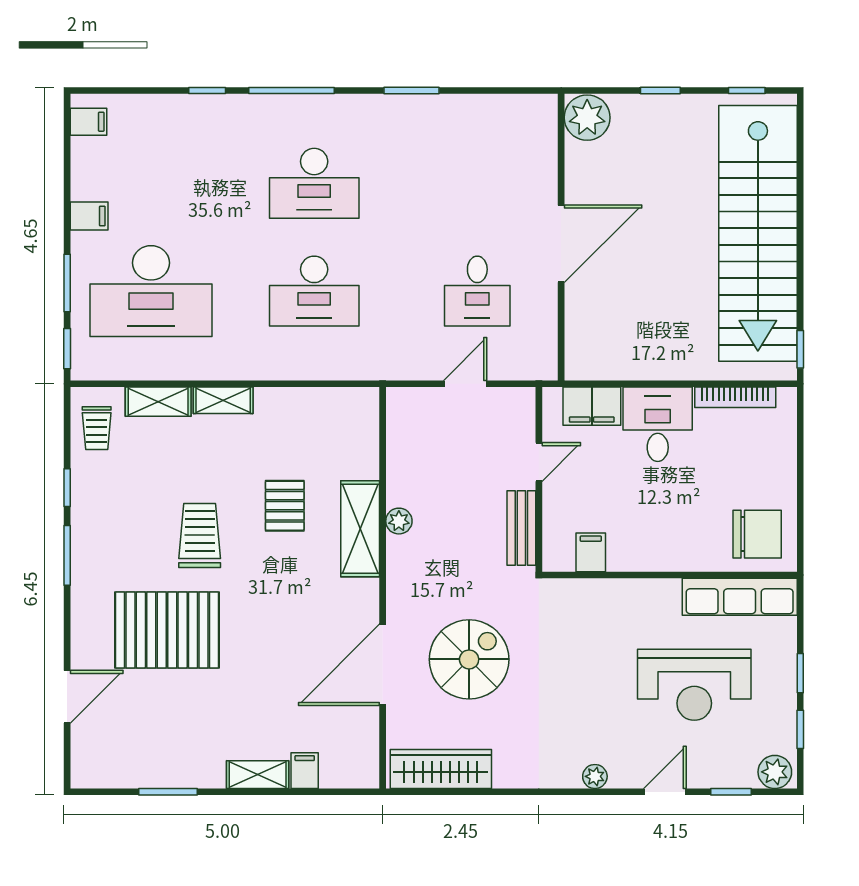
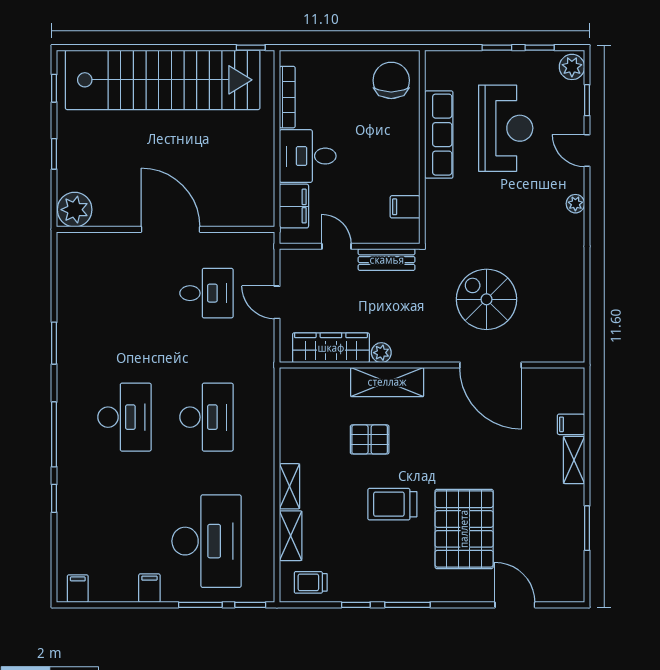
trolley: (97, 428) -> (311, 582), turned 180
row of seats: (740, 597) -> (439, 135), moved
wardrobe: (441, 769) -> (331, 348), moved, turned 90

